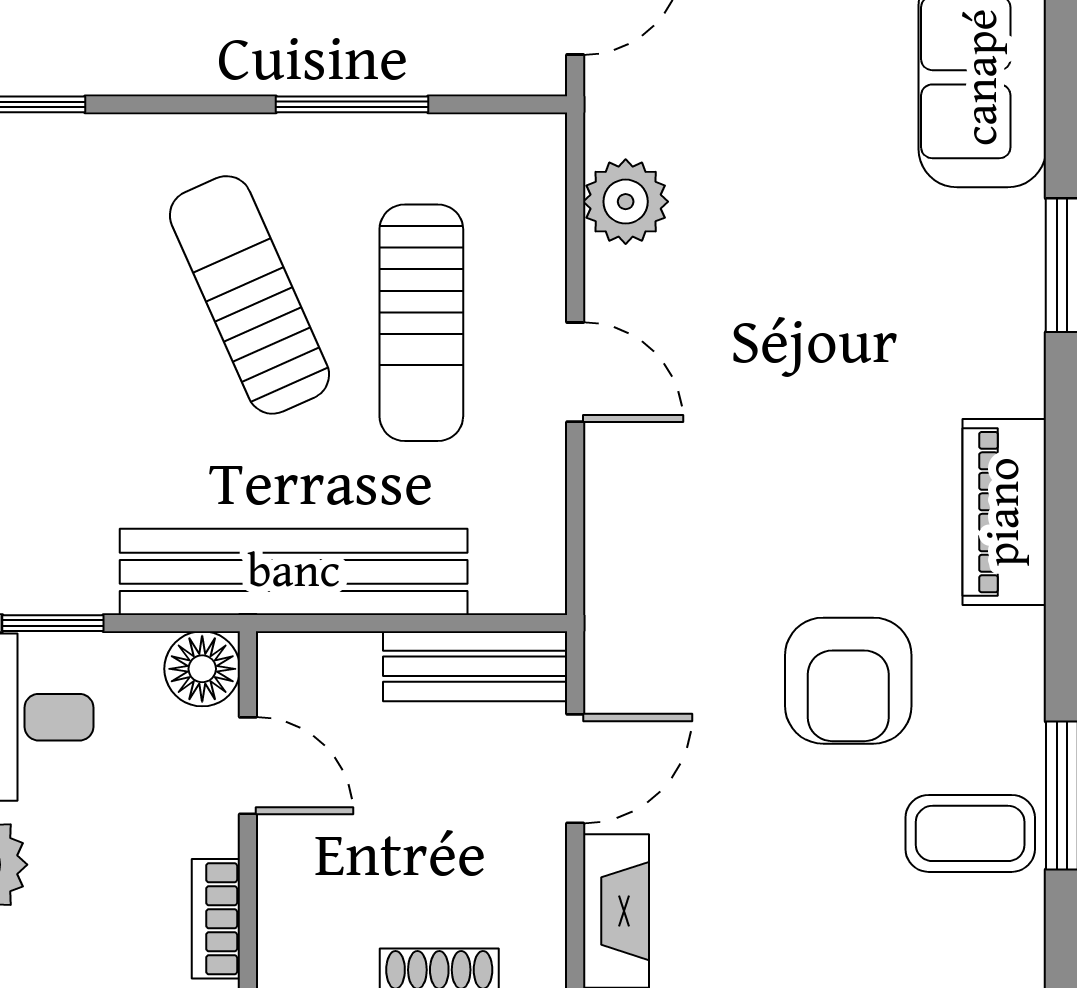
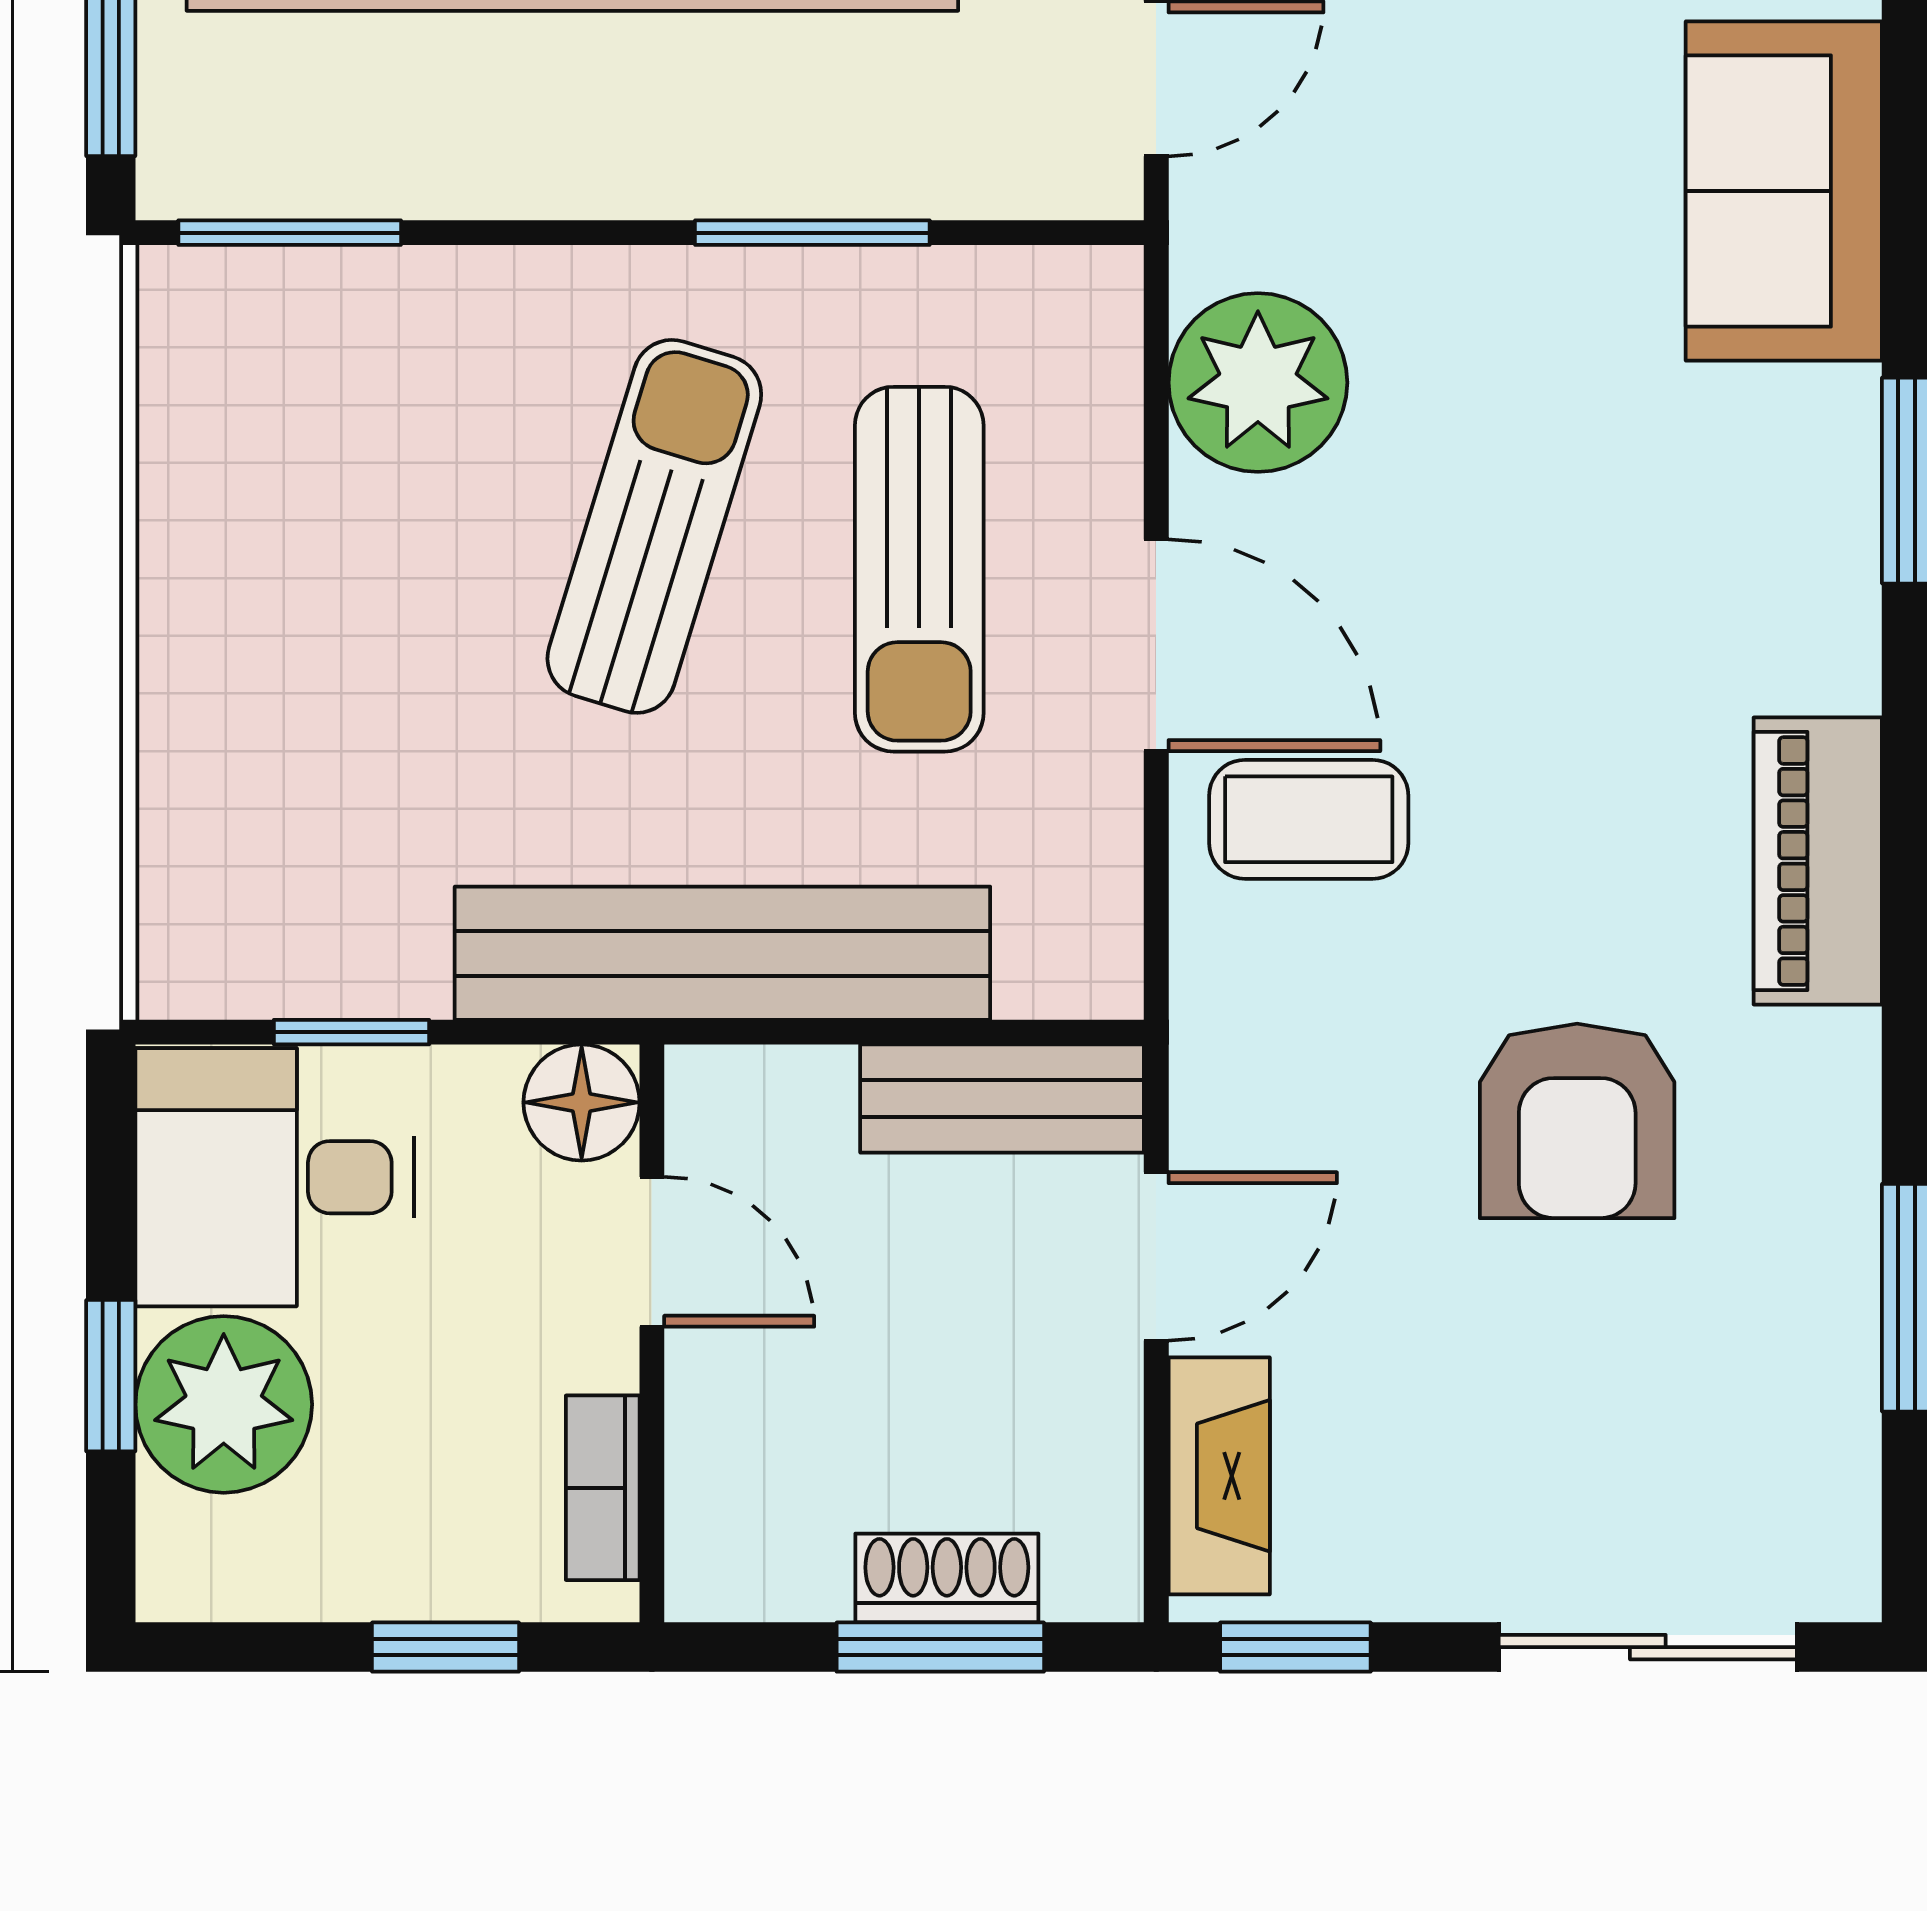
plant: (626, 202) -> (1258, 383), width x1.36, depth x1.36
sun lounger: (249, 295) -> (654, 526), turned 41
door: (575, 372) -> (1156, 645), width x1.38
coffee table: (970, 833) -> (1309, 819), moved

